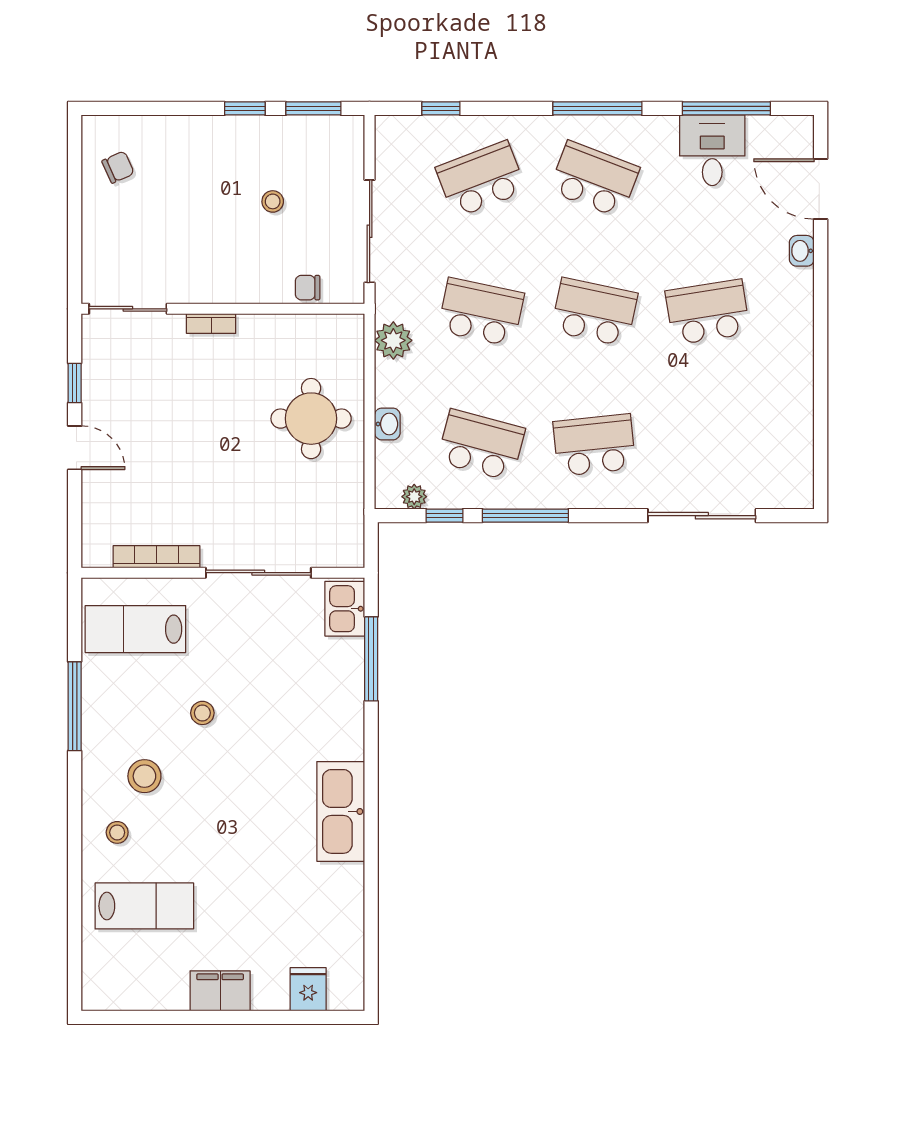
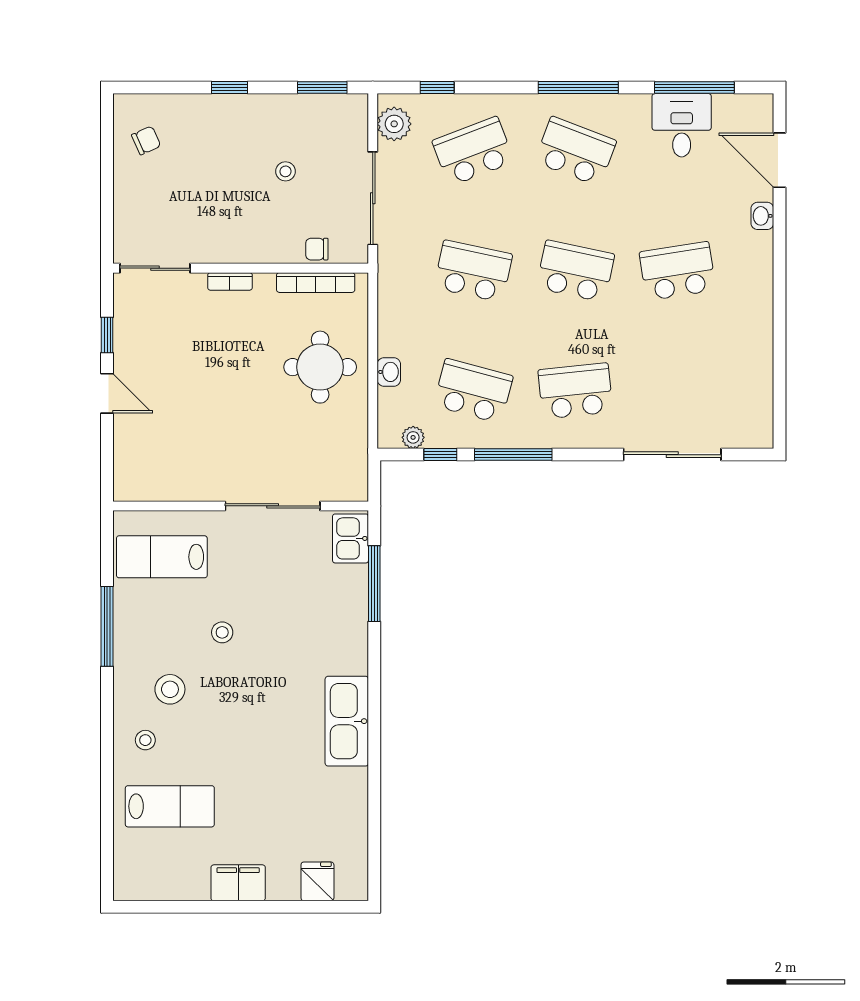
window: (245, 108) -> (230, 88), moved
plant: (393, 340) -> (394, 124), moved
bookcase: (156, 557) -> (316, 283), moved, turned 180

